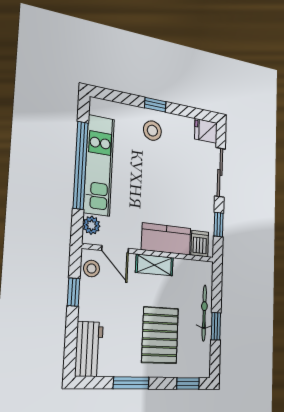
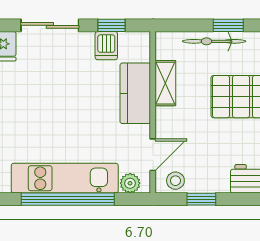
stool: (152, 131) -> (15, 116), removed
dishwasher: (200, 244) -> (106, 46), moved, turned -90
shelving: (154, 265) -> (165, 83), moved

